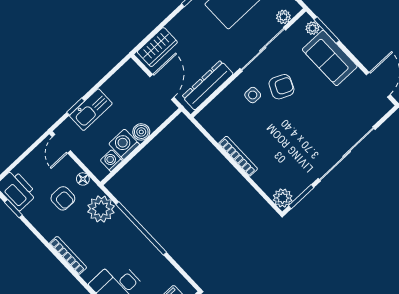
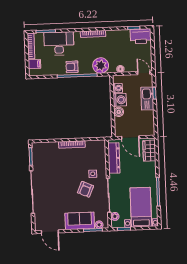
armchair: (63, 198) -> (72, 67), moved
plant: (283, 198) -> (37, 148), removed

